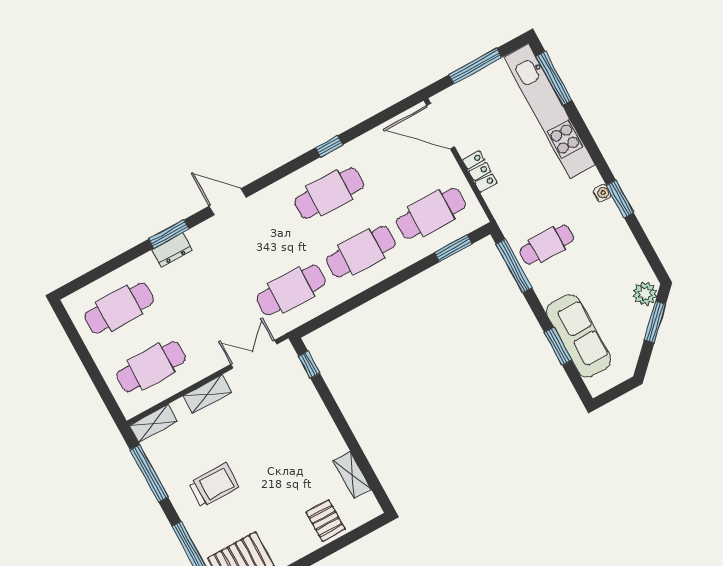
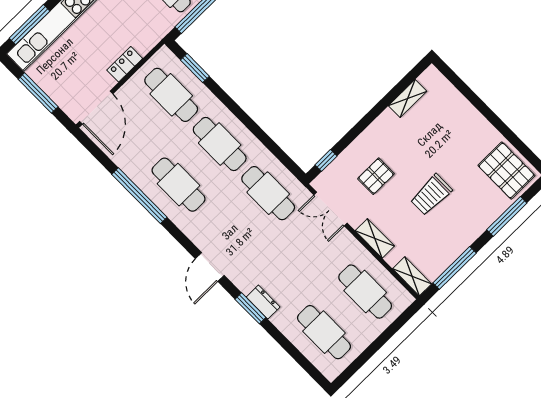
window: (329, 146) -> (139, 196), width x3.17
trolley: (214, 485) -> (431, 195), moved, turned -90
pallet: (326, 521) -> (376, 176), moved

